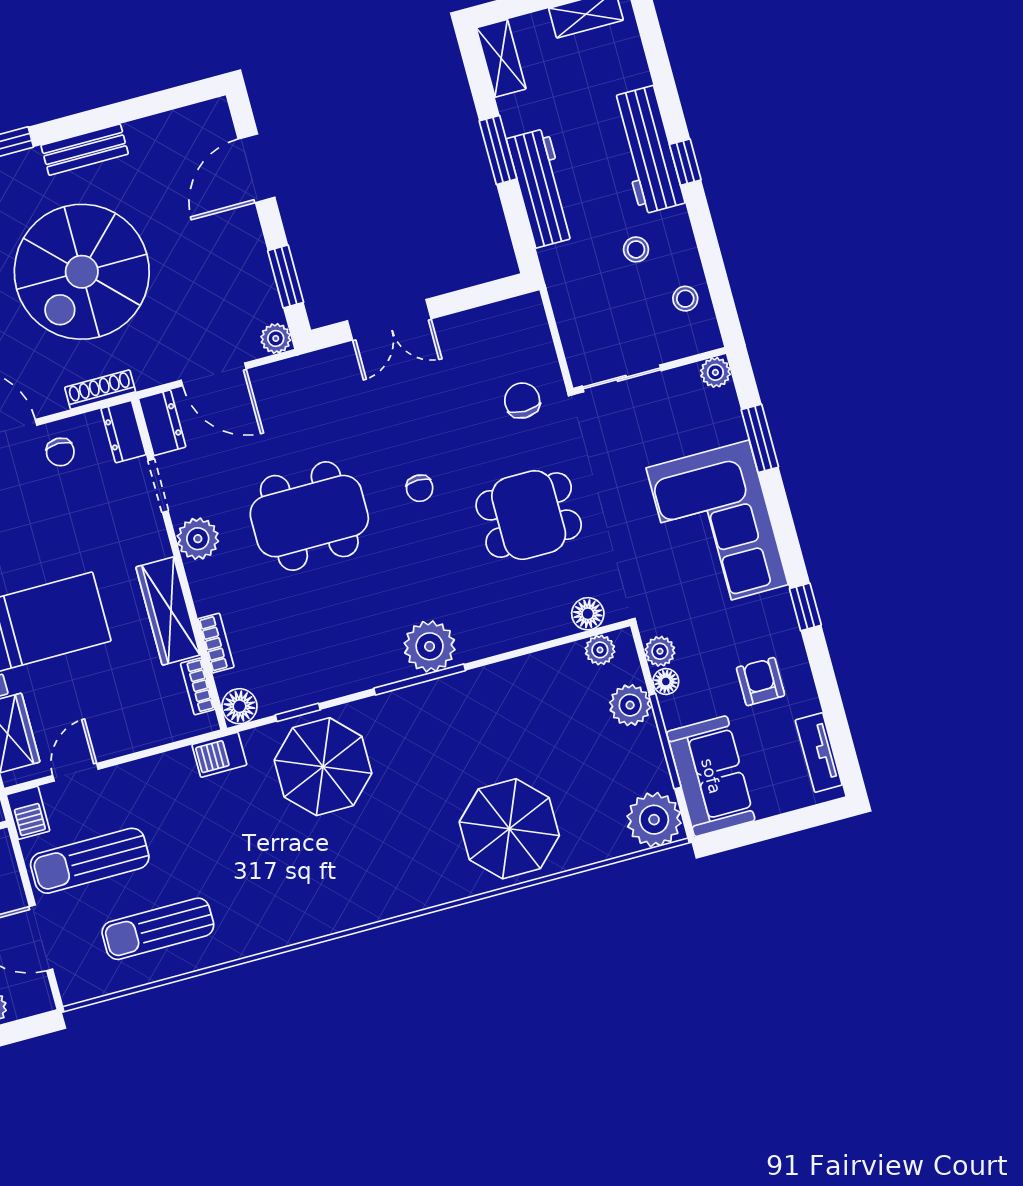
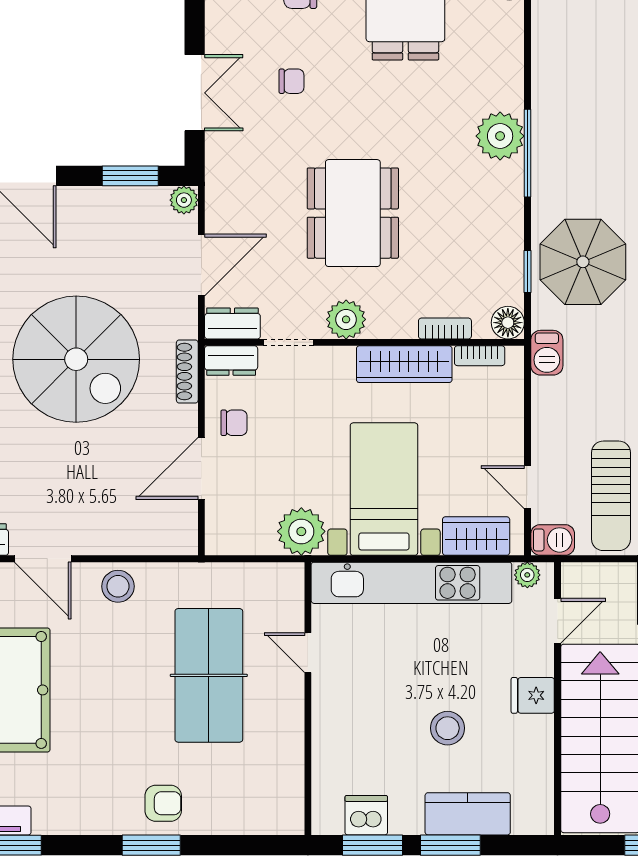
chair: (420, 488) -> (292, 81), moved

